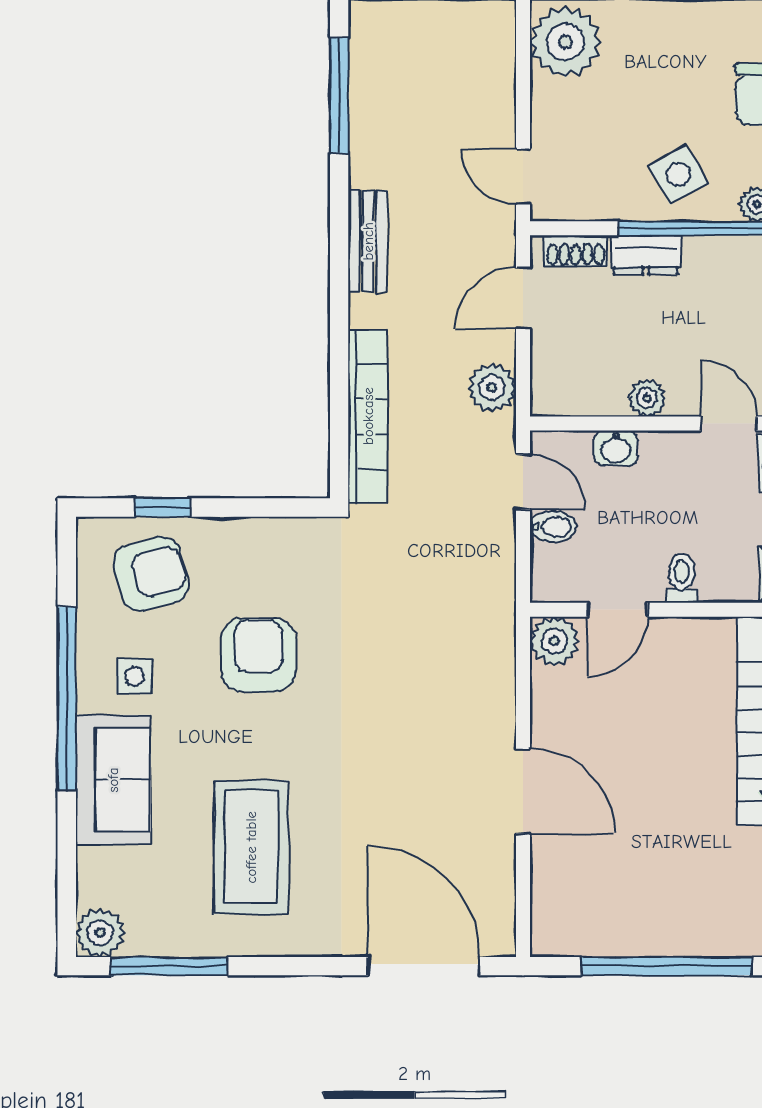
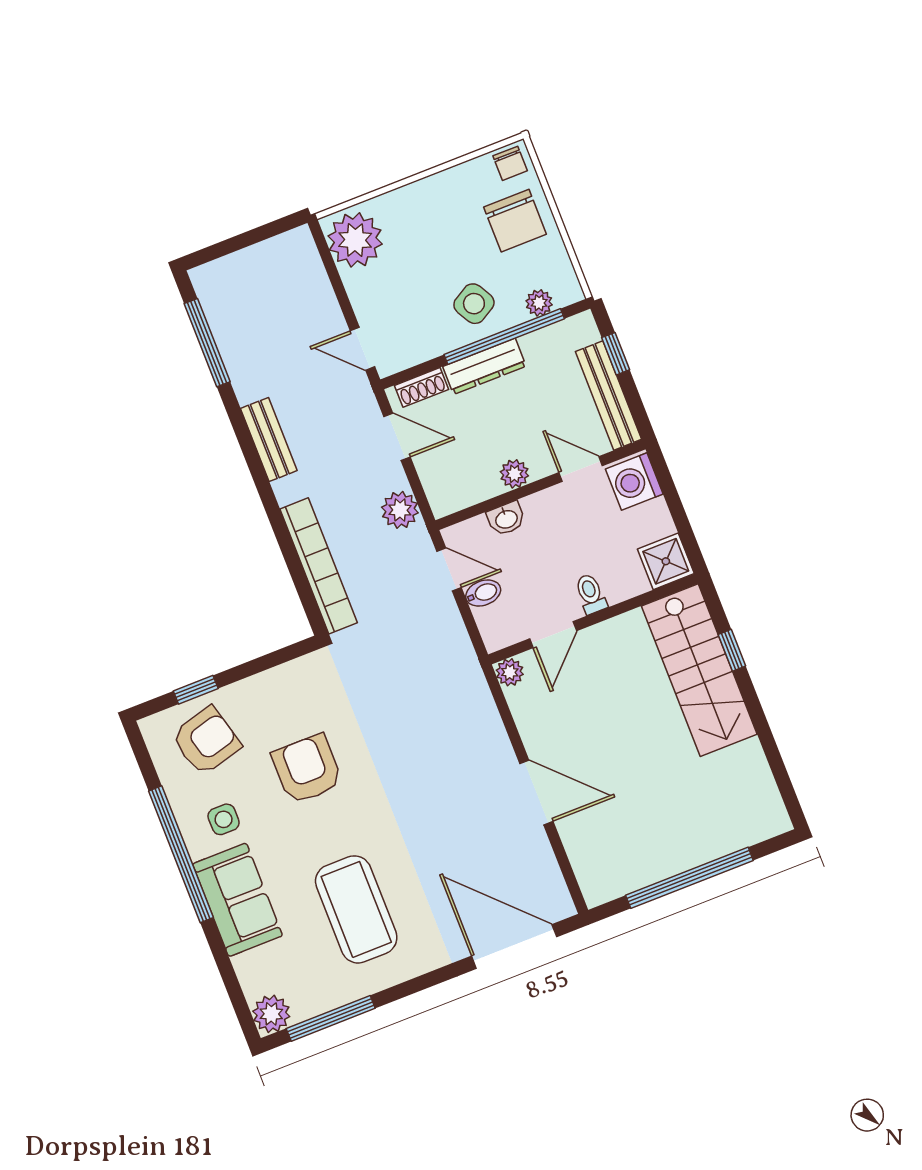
dresser: (646, 255) -> (484, 366), width x1.44
door: (523, 298) -> (397, 437), swing flipped
plant: (554, 641) -> (510, 672), width x0.73, depth x0.73

